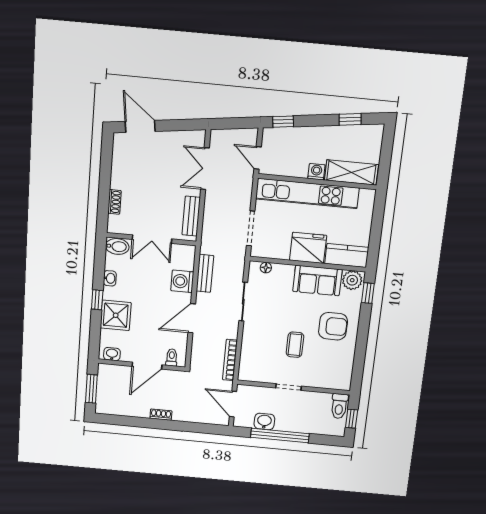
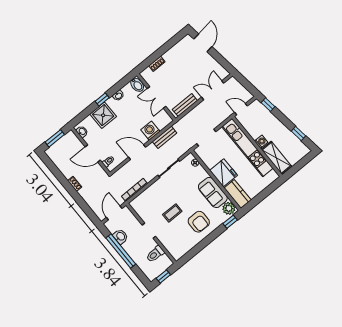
door: (258, 158) -> (241, 109), hinge flipped
toilet: (339, 406) -> (155, 254), moved

